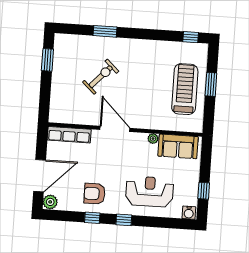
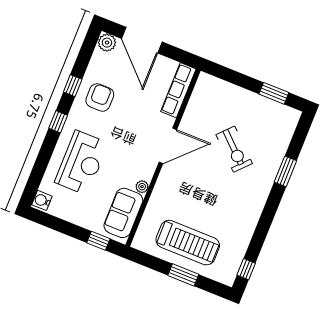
window: (204, 191) -> (98, 241), moved

